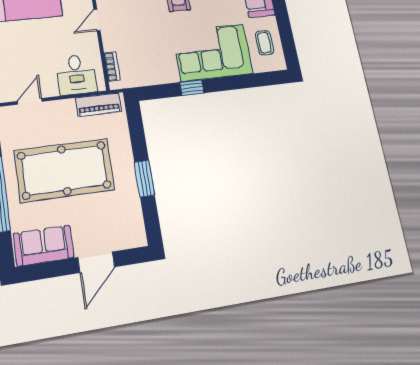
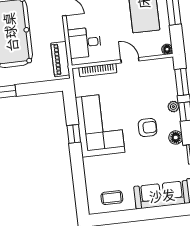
corner sofa: (213, 52) -> (100, 125), moved
bookcase: (112, 66) -> (98, 70), width x1.56

